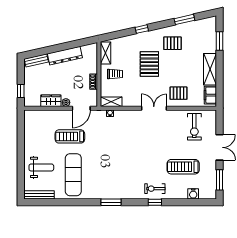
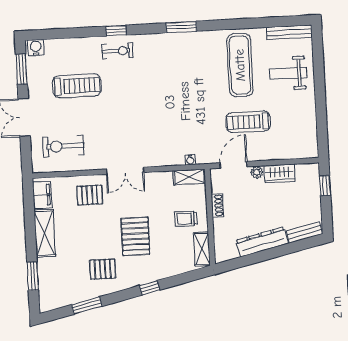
exercise bike: (194, 127) -> (63, 146), turned -90
treadmill: (70, 136) -> (248, 122), turned 180
water cooler: (193, 194) -> (36, 48), moved

